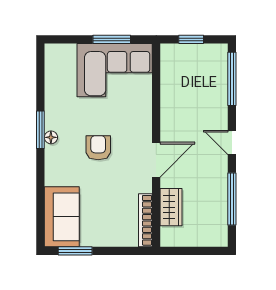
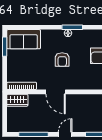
armchair: (98, 148) -> (62, 60), turned 90
wardrobe: (171, 207) -> (17, 100), moved

